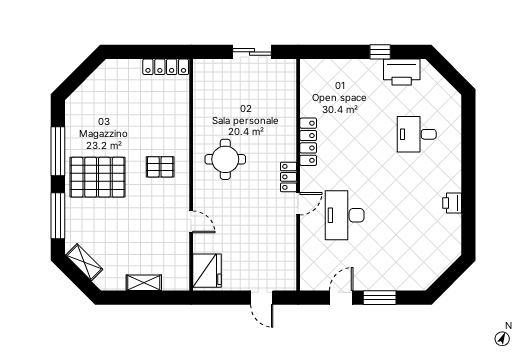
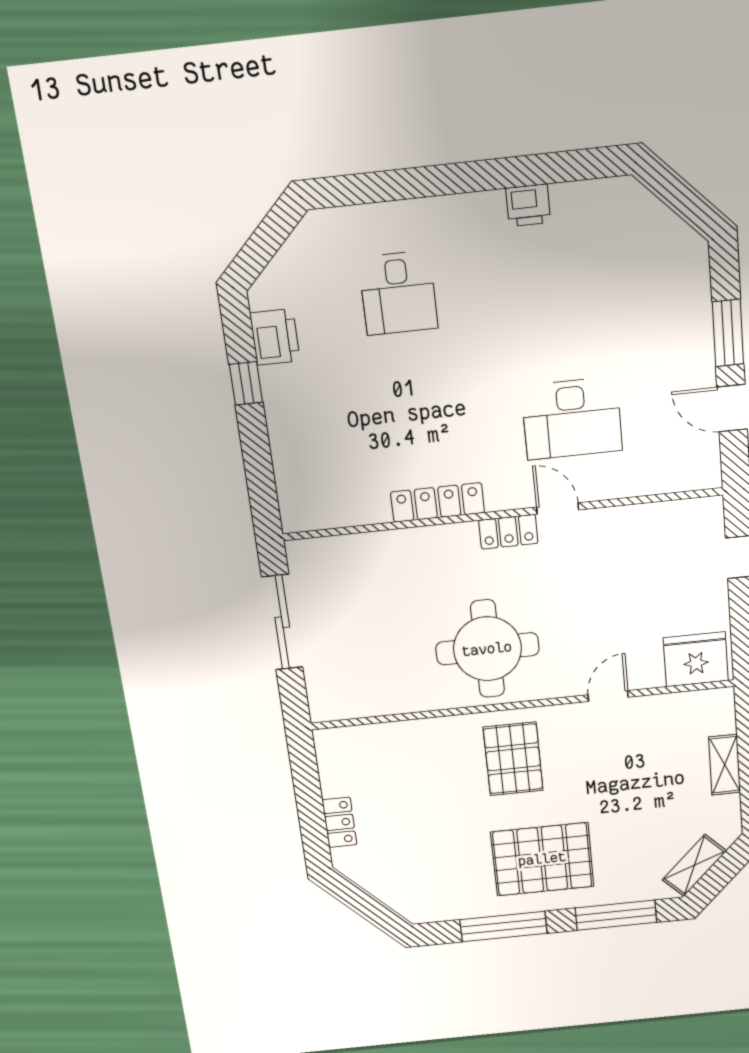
sliding door: (252, 52) -> (282, 622), width x1.37
locker: (166, 67) -> (339, 822), moved, width x0.66
printer: (402, 72) -> (275, 337), width x0.73, depth x0.84
round table: (225, 159) -> (487, 649), width x1.36, depth x1.36
pallet: (160, 167) -> (513, 759), width x1.50, depth x1.42
pallet: (98, 177) -> (542, 859), turned 90

